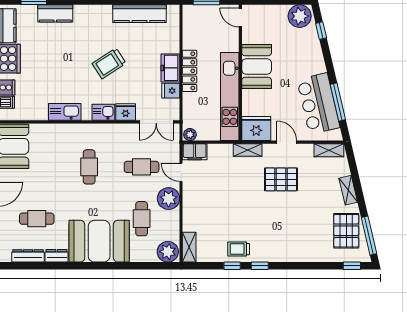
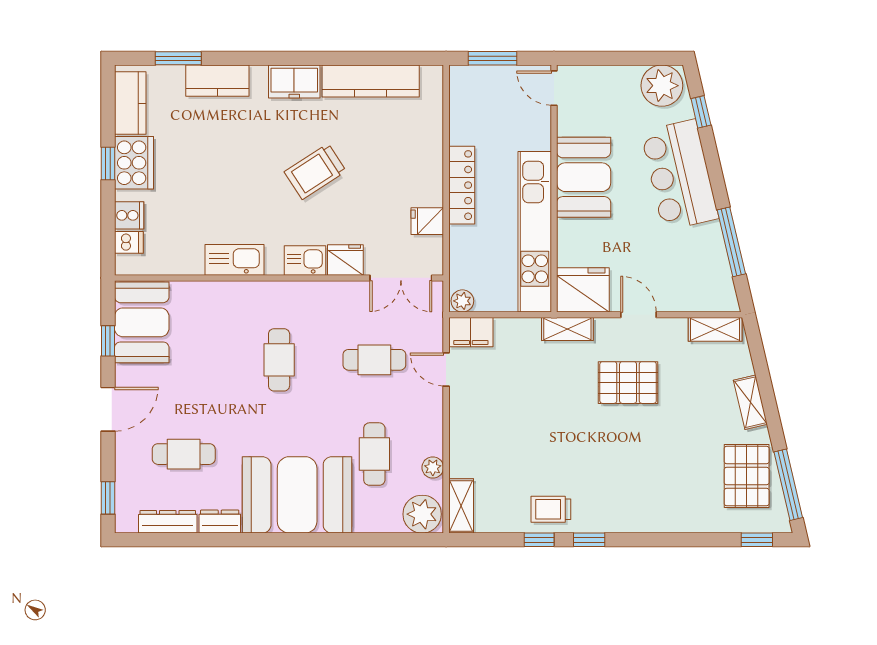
freezer: (170, 68) -> (294, 82), moved, turned -90
bar counter: (318, 104) -> (680, 175), moved
plant: (169, 199) -> (433, 468), moved, width x0.53, depth x0.53

